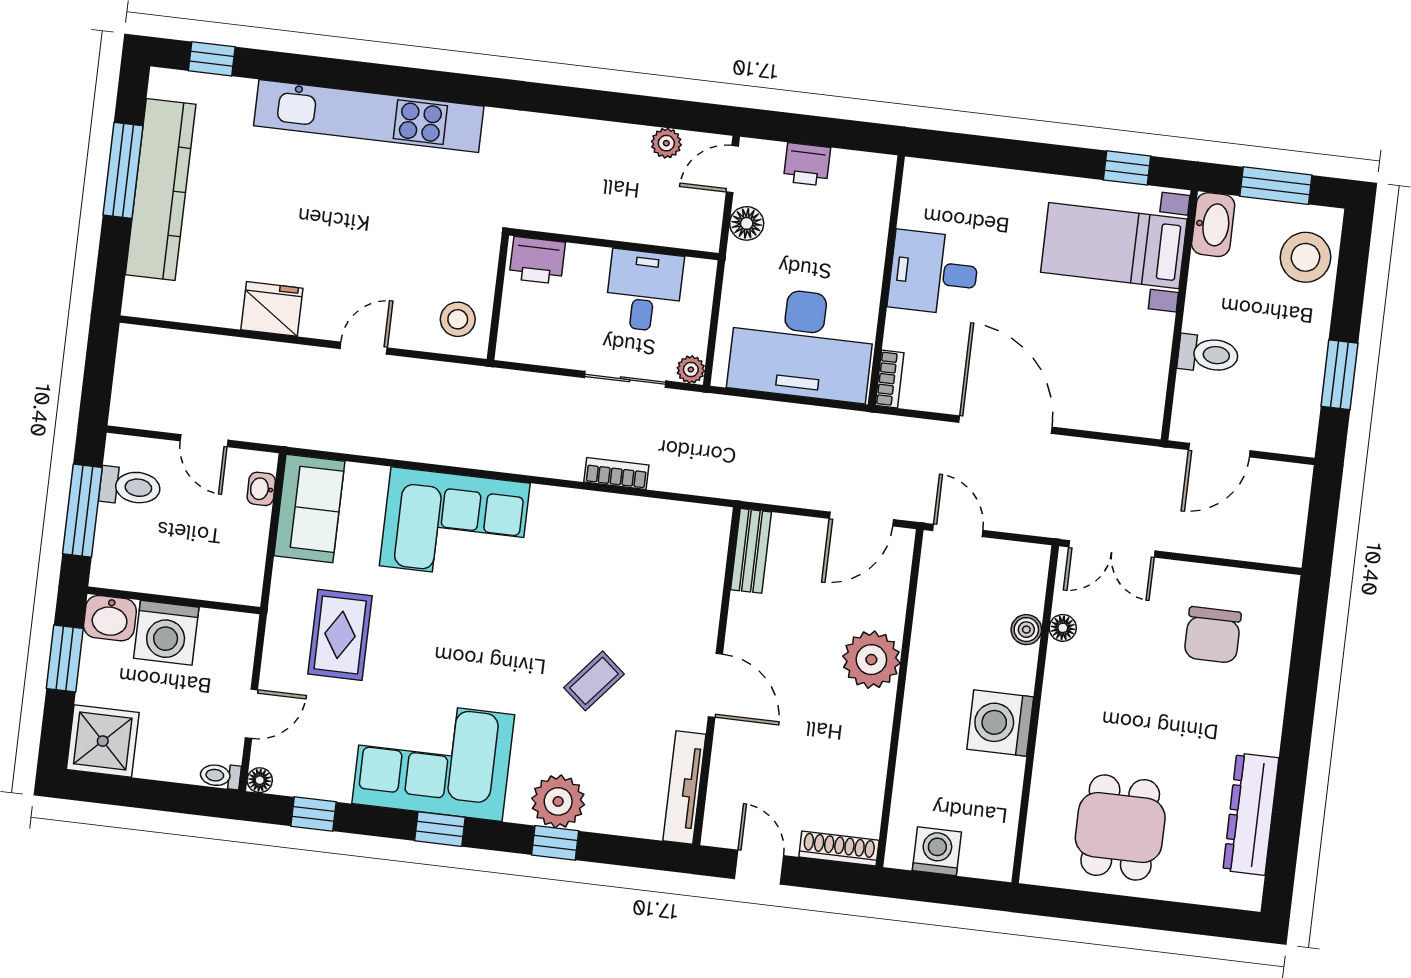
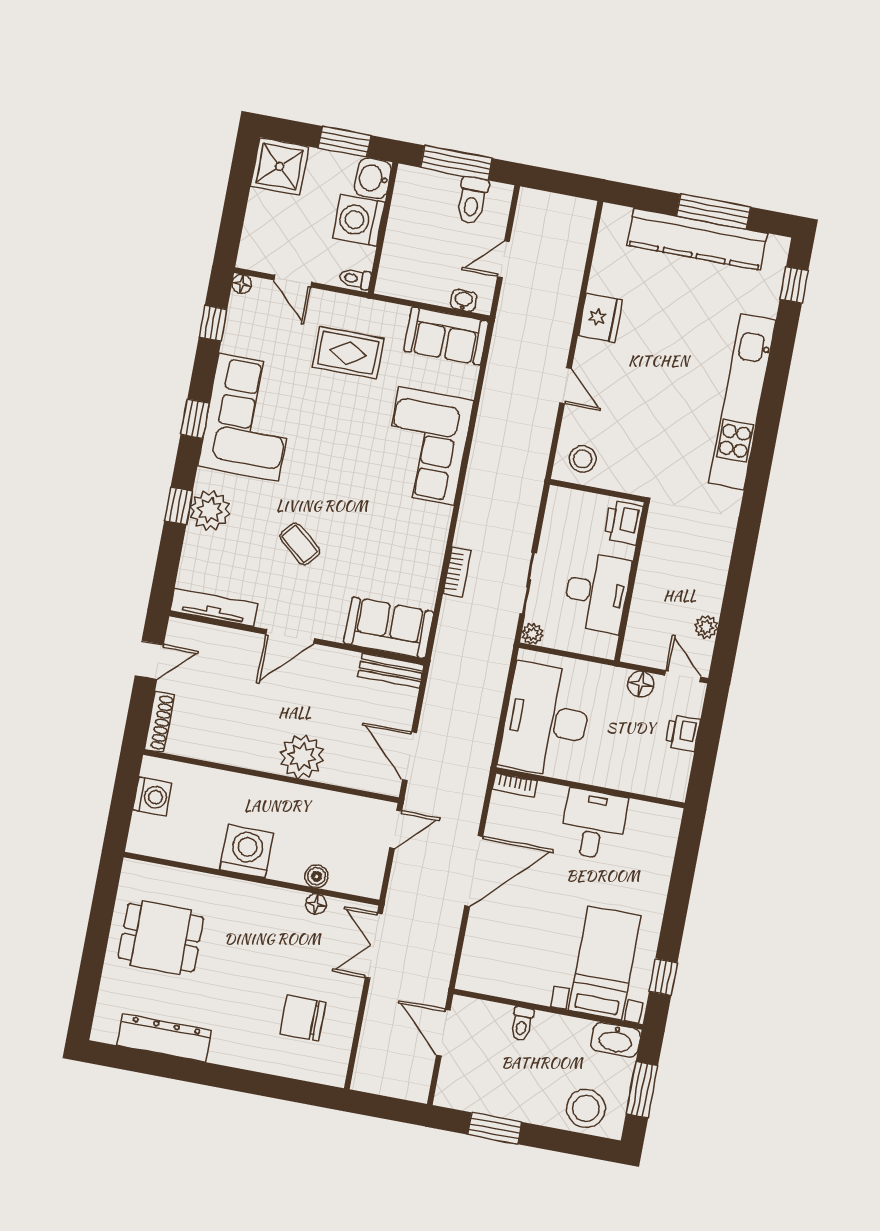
desk: (644, 291) -> (597, 592), width x1.37
toilet: (1208, 354) -> (522, 1024), width x0.73, depth x0.72
sofa: (695, 558) -> (389, 628), added
toilet: (220, 776) -> (355, 279), moved, turned -90

